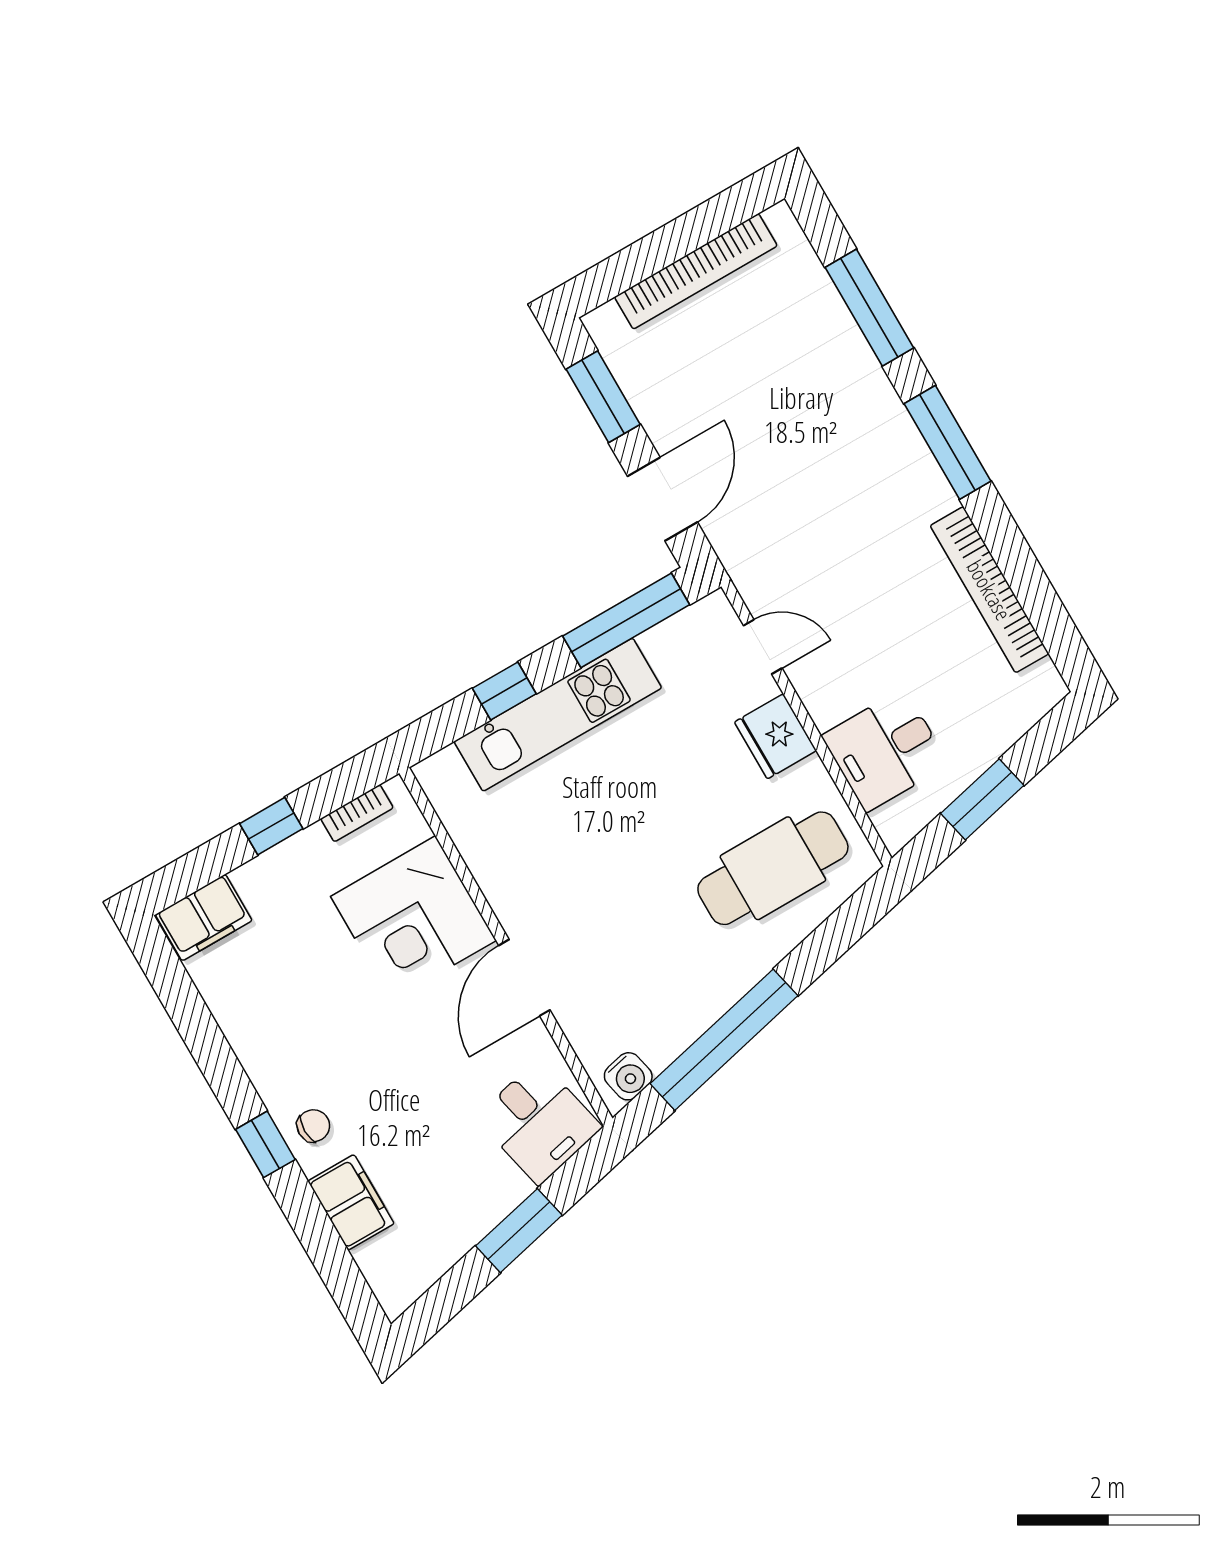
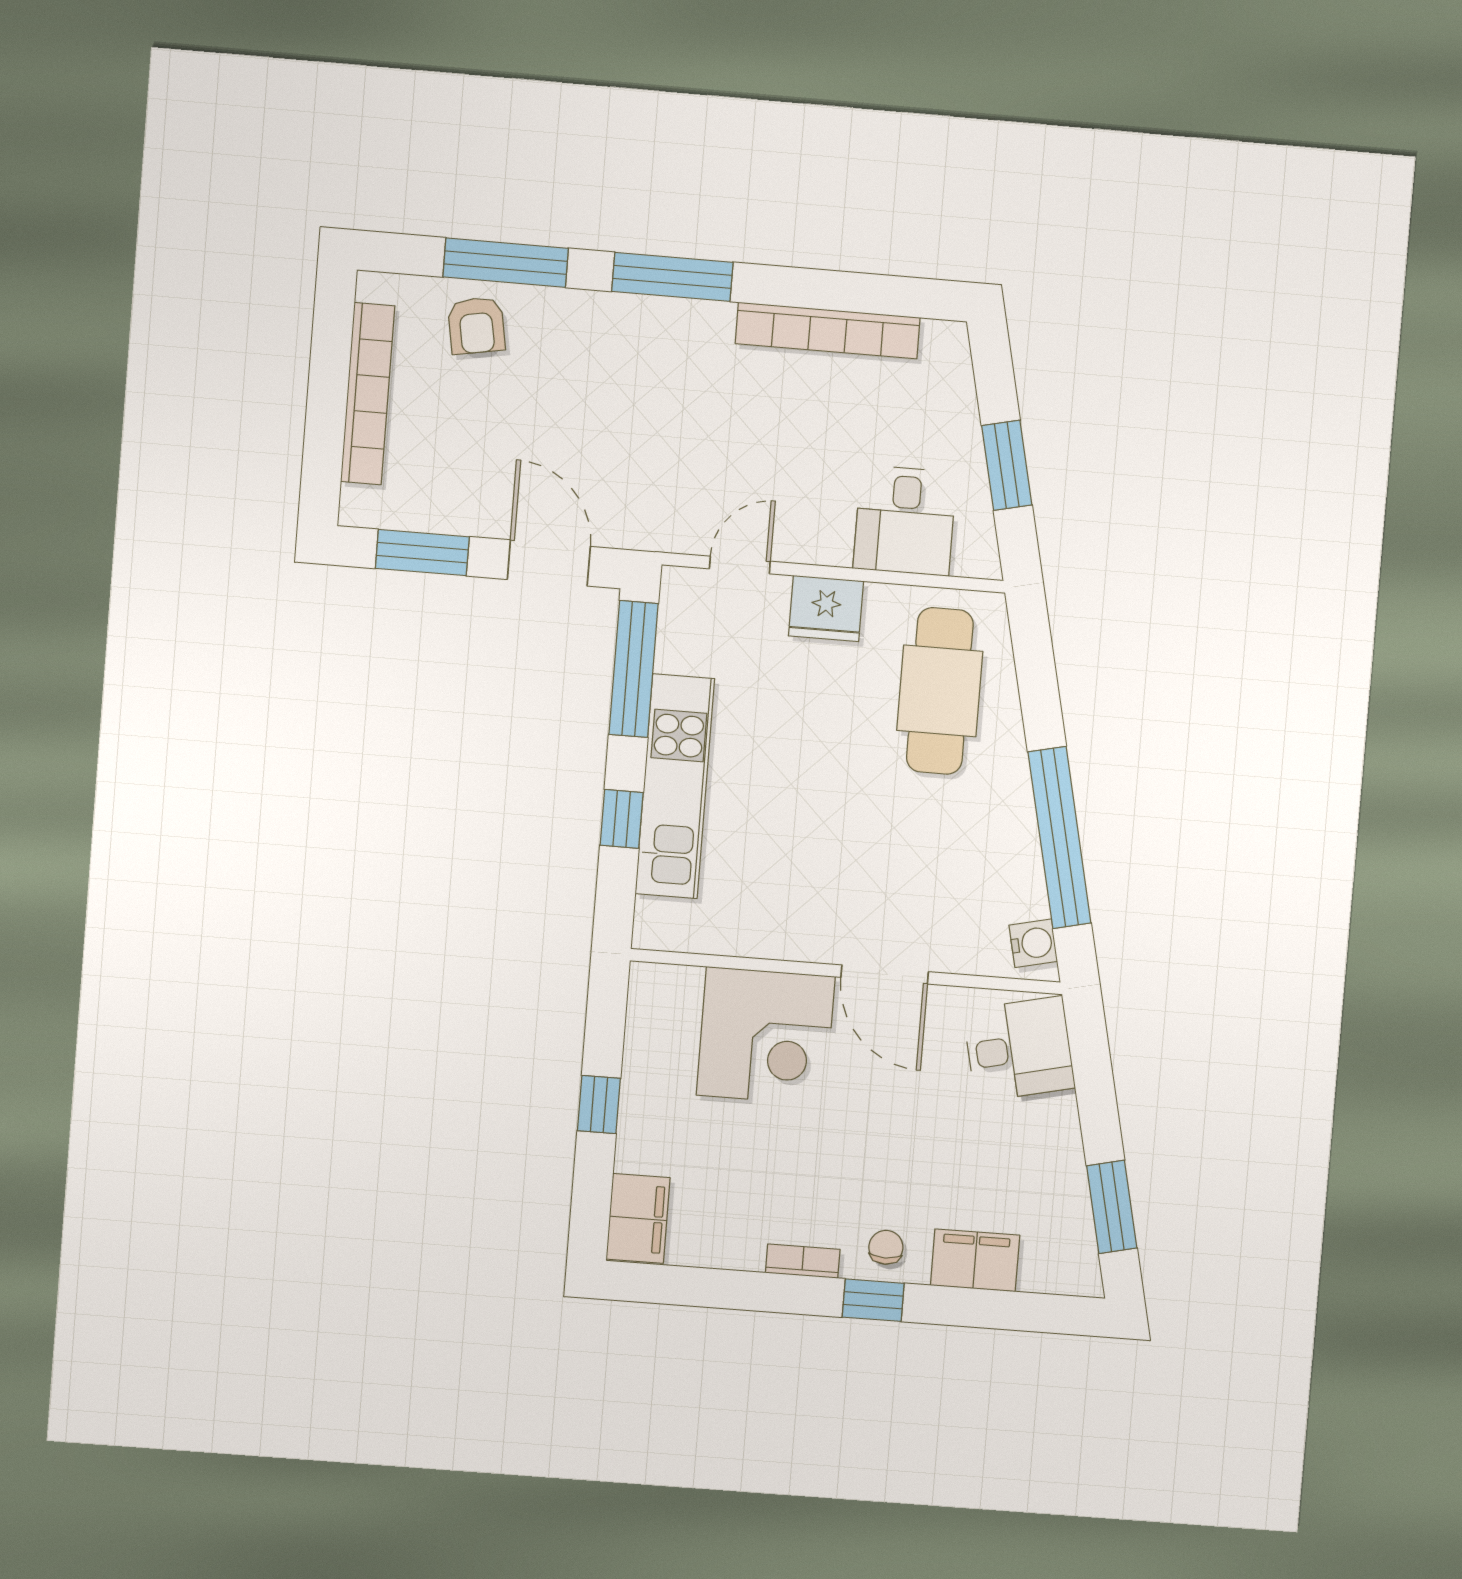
armchair: (806, 318) -> (476, 325), added
bookcase: (357, 813) -> (803, 1261), moved, turned -90
window: (519, 1231) -> (1112, 1207), moved

